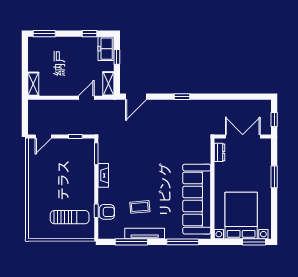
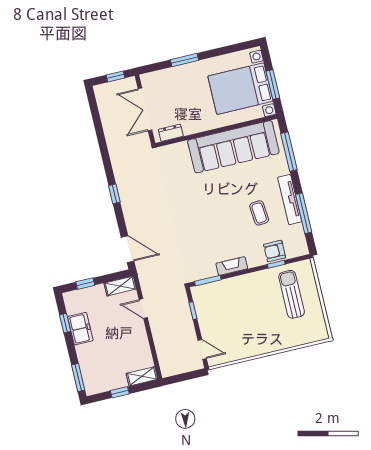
freezer: (106, 49) -> (80, 329), moved, turned -90
window: (25, 64) -> (120, 392), added
armchair: (107, 212) -> (275, 251), turned -90
window: (254, 242) -> (273, 84), moved

